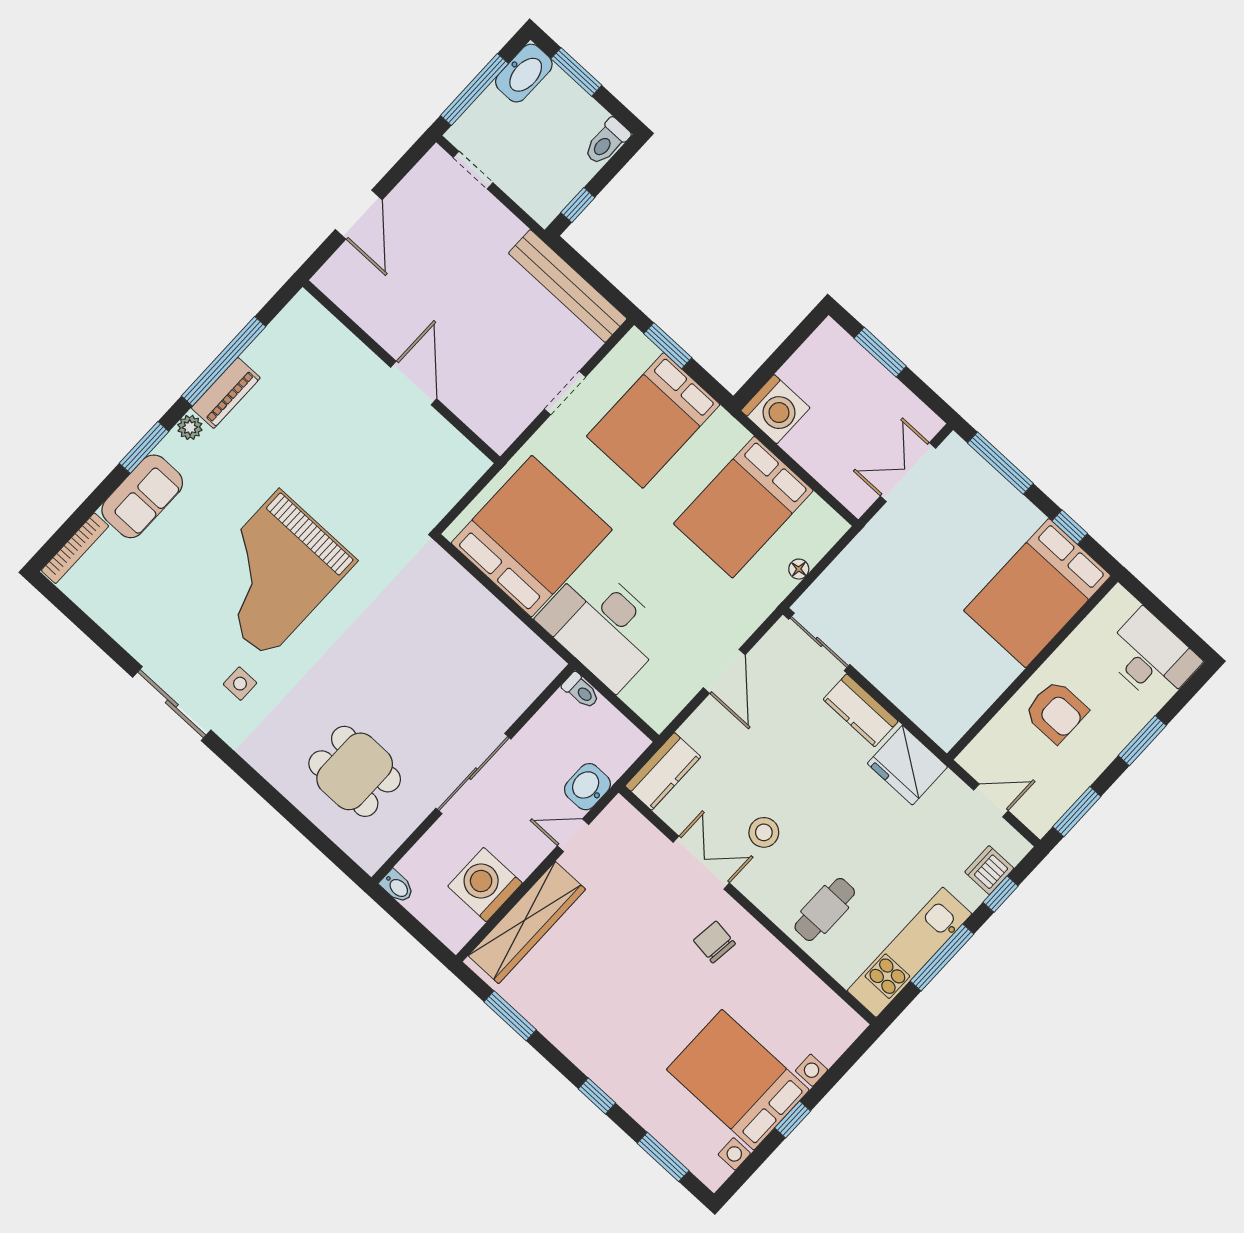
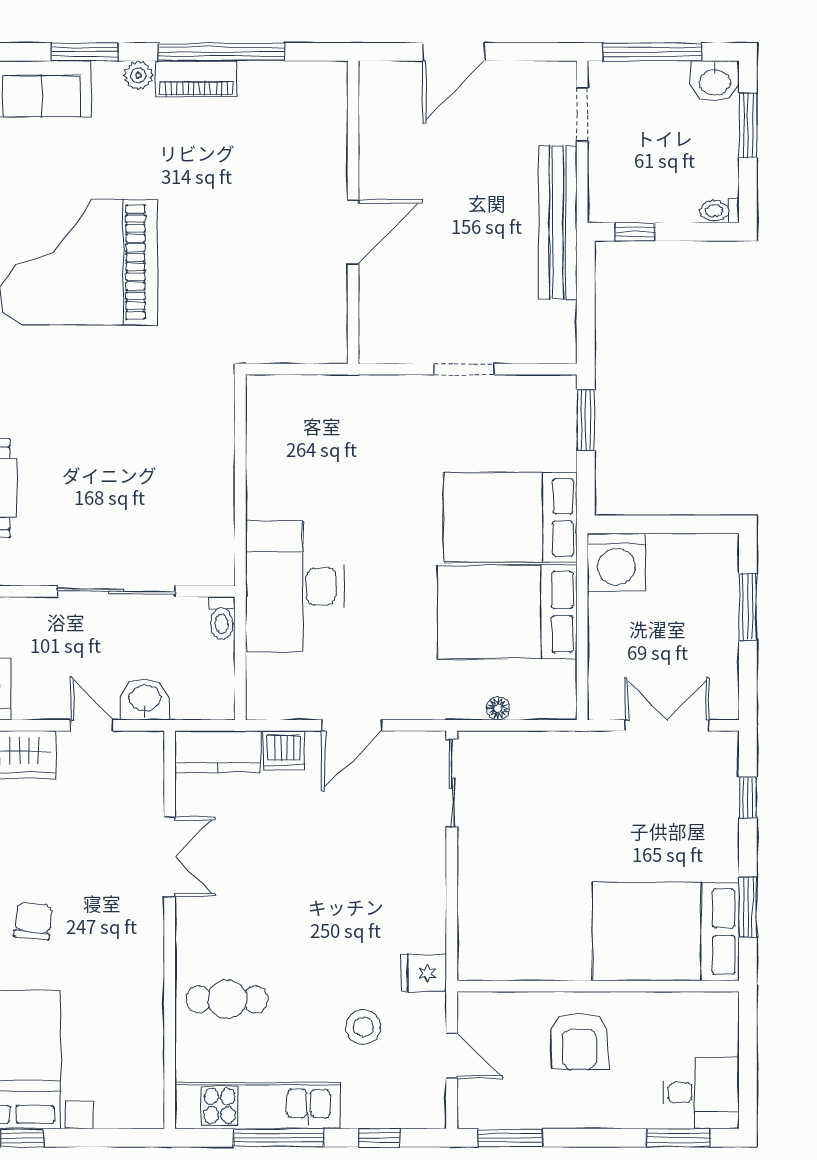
washbasin: (524, 73) -> (715, 81), width x0.72
toilet: (607, 142) -> (720, 211), width x0.73, depth x0.72
bench: (568, 286) -> (558, 223), moved
bed: (653, 420) -> (510, 517), moved
window: (1000, 463) -> (748, 797), width x0.46
window: (1070, 527) -> (748, 907), width x1.50
bed: (532, 536) -> (315, 454), removed
desk: (1151, 657) -> (701, 1093), width x0.73
kitchen counter: (861, 710) -> (426, 873), removed
window: (1142, 741) -> (679, 1138), moved
fridge: (907, 765) -> (424, 973), width x0.53, depth x0.75
sliding door: (473, 774) -> (116, 591), moved
stool: (764, 832) -> (363, 1027), moved
dishwasher: (989, 870) -> (284, 750), moved, turned 180
chair: (714, 942) -> (33, 921), moved

